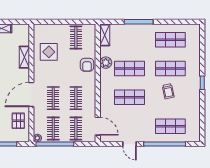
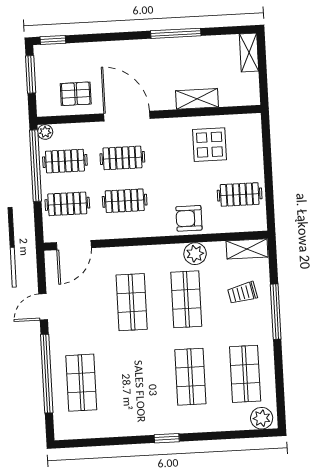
plant: (194, 32) -> (262, 418), added
trolley: (168, 91) -> (242, 293), moved

